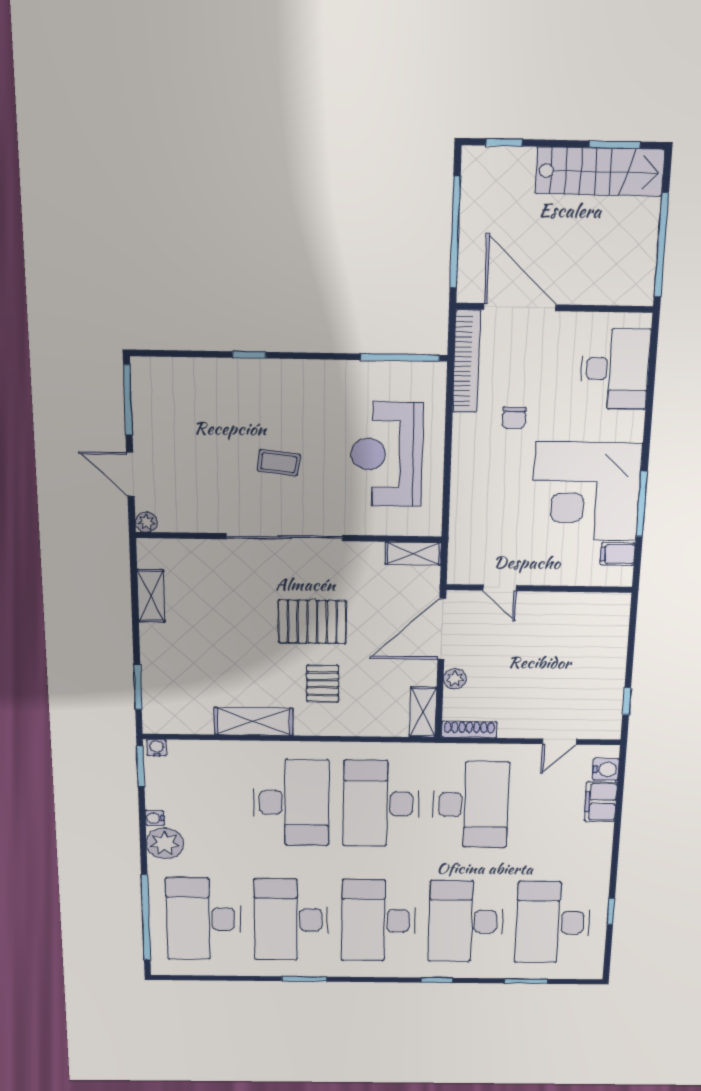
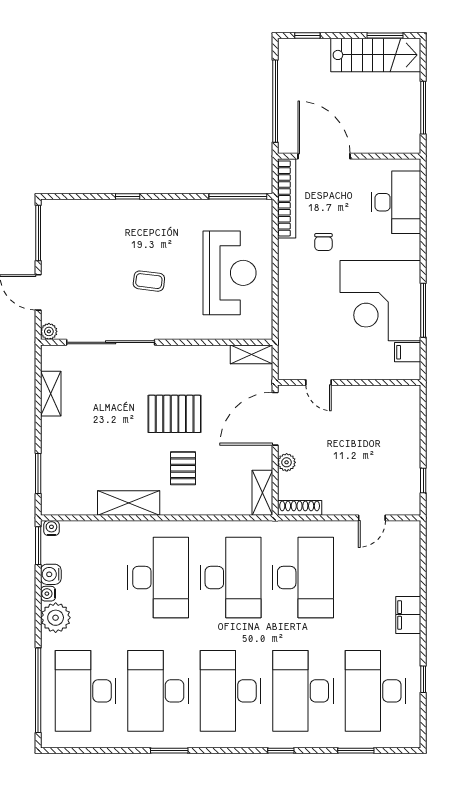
window: (661, 245) -> (423, 108), width x0.68
reception desk: (387, 454) -> (229, 273), turned 180
sliding door: (285, 537) -> (111, 342), moved
water cooler: (606, 769) -> (51, 574), moved, turned 180
filing cabinet: (601, 802) -> (408, 615), moved
desk: (381, 804) -> (231, 578), turned 180

